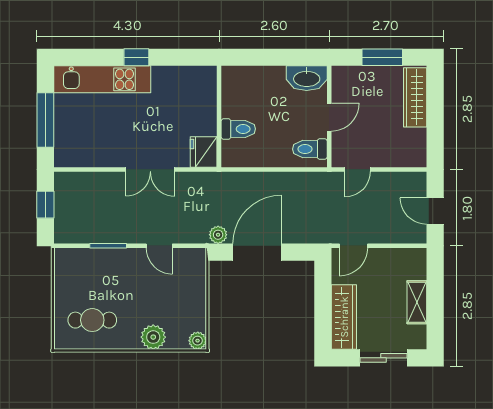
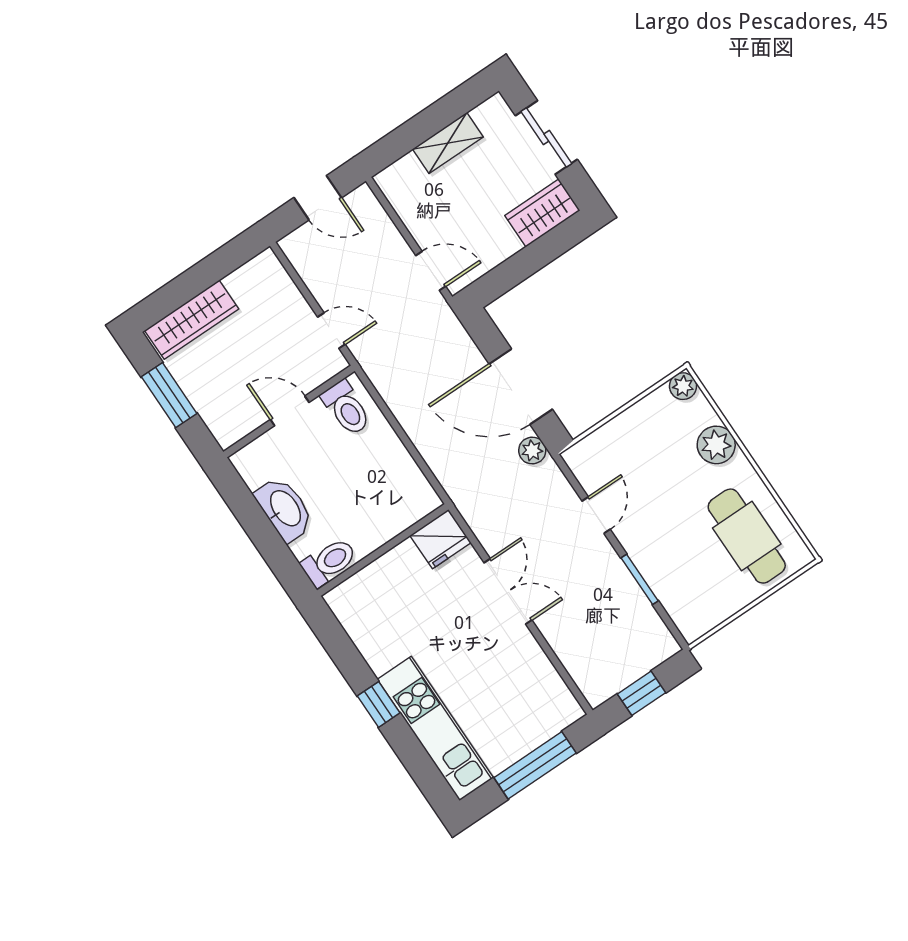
washbasin: (307, 78) -> (285, 509), moved
toilet: (238, 129) -> (329, 562), moved, turned 90
door: (435, 211) -> (318, 198), hinge flipped
wardrobe: (344, 317) -> (542, 213), width x0.67
cafe table: (92, 320) -> (747, 536), width x1.37, depth x1.35

